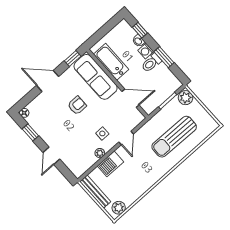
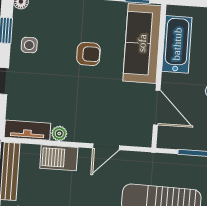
side table: (102, 133) -> (29, 45), moved
tv unit: (84, 166) -> (27, 130), added

